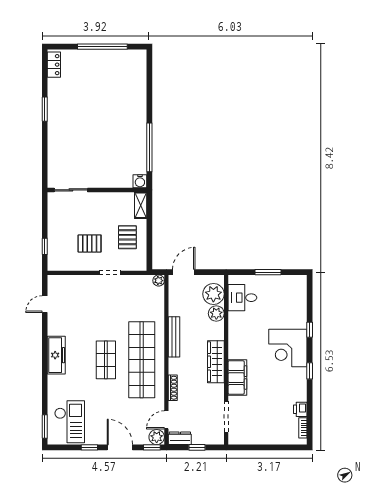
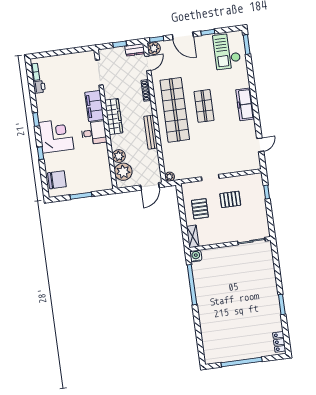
chair: (294, 295) -> (57, 180), added
desk: (242, 298) -> (94, 133), moved

